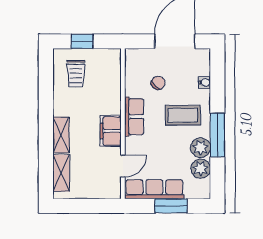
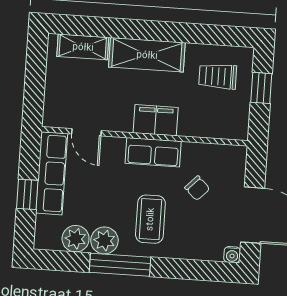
water cooler: (205, 82) -> (232, 255), moved
filing cabinet: (111, 131) -> (156, 120), moved
shelving: (61, 135) -> (147, 55), width x1.50, depth x1.33
window: (171, 206) -> (27, 194), width x0.67

